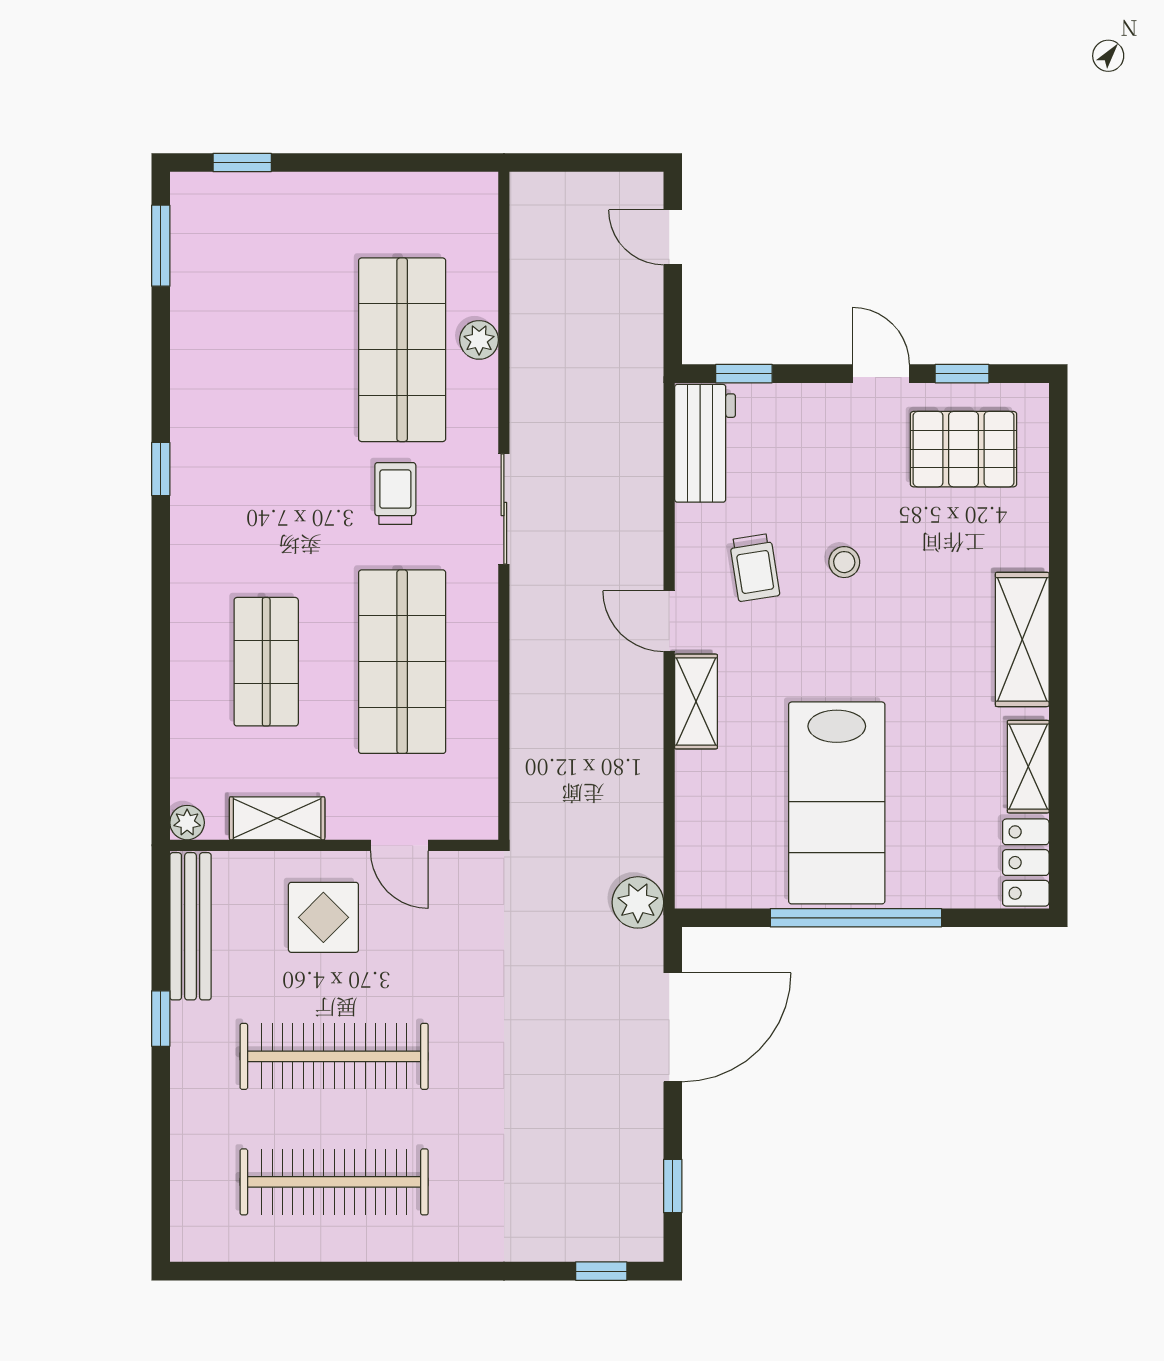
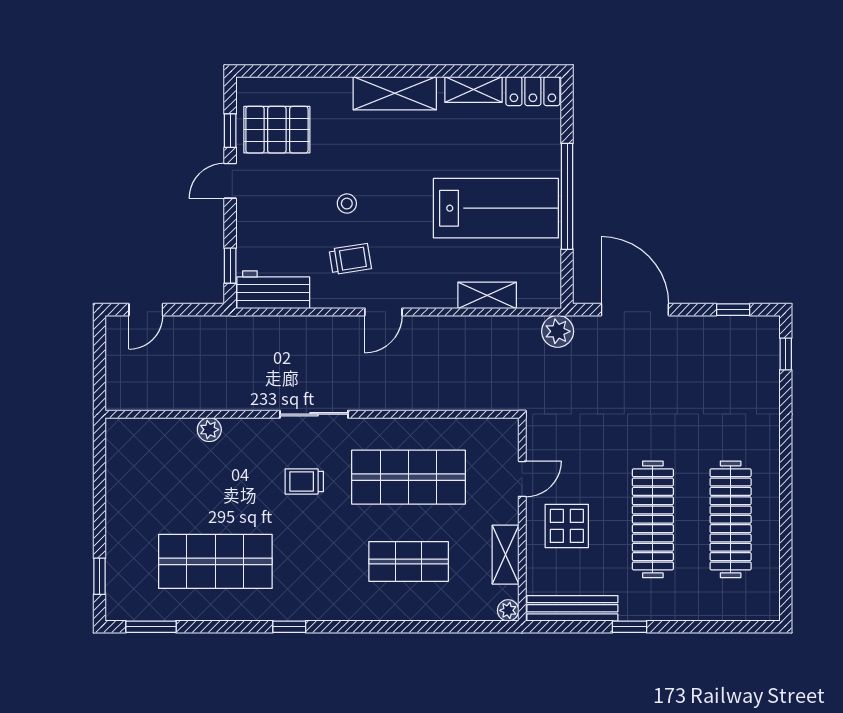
shop shelf: (402, 350) -> (215, 561), moved
pallet: (964, 449) -> (277, 130), turned 90
shelving: (696, 702) -> (487, 295), moved

